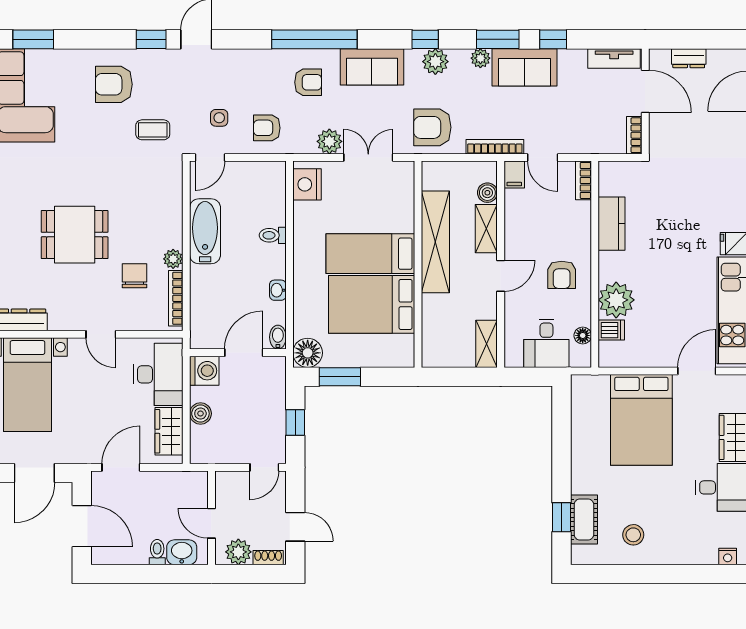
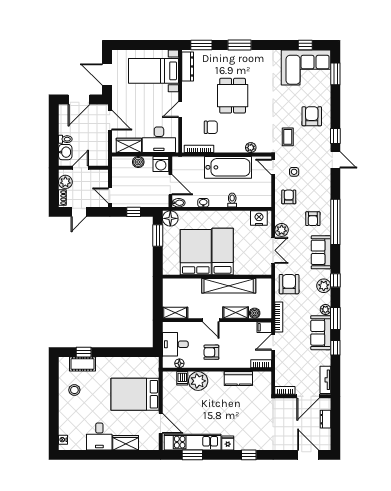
bathtub: (205, 231) -> (228, 167), width x1.36, depth x1.36
plant: (173, 259) -> (251, 148), moved

